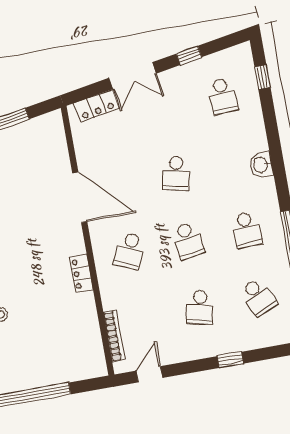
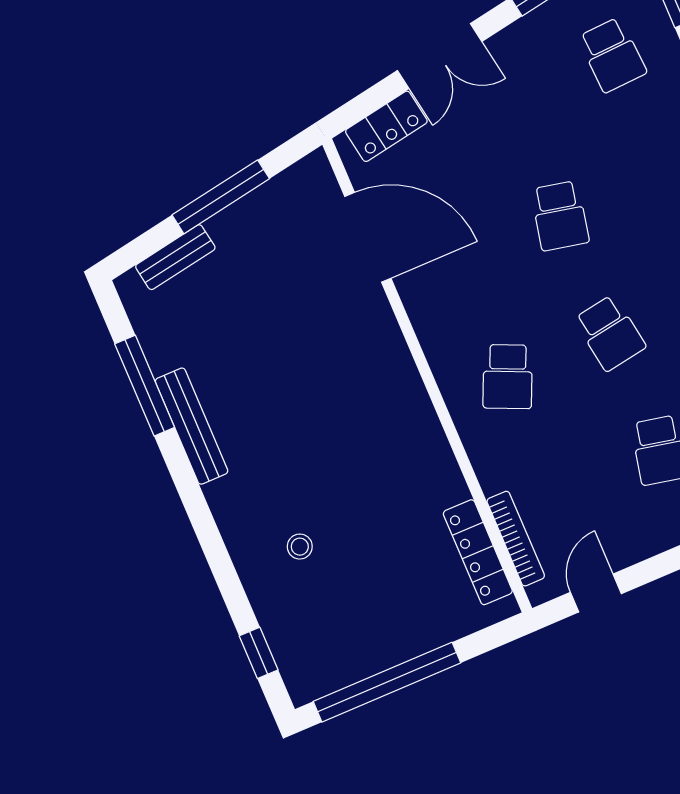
door: (80, 197) -> (368, 237), moved
locker: (81, 273) -> (478, 552), moved, width x1.53

